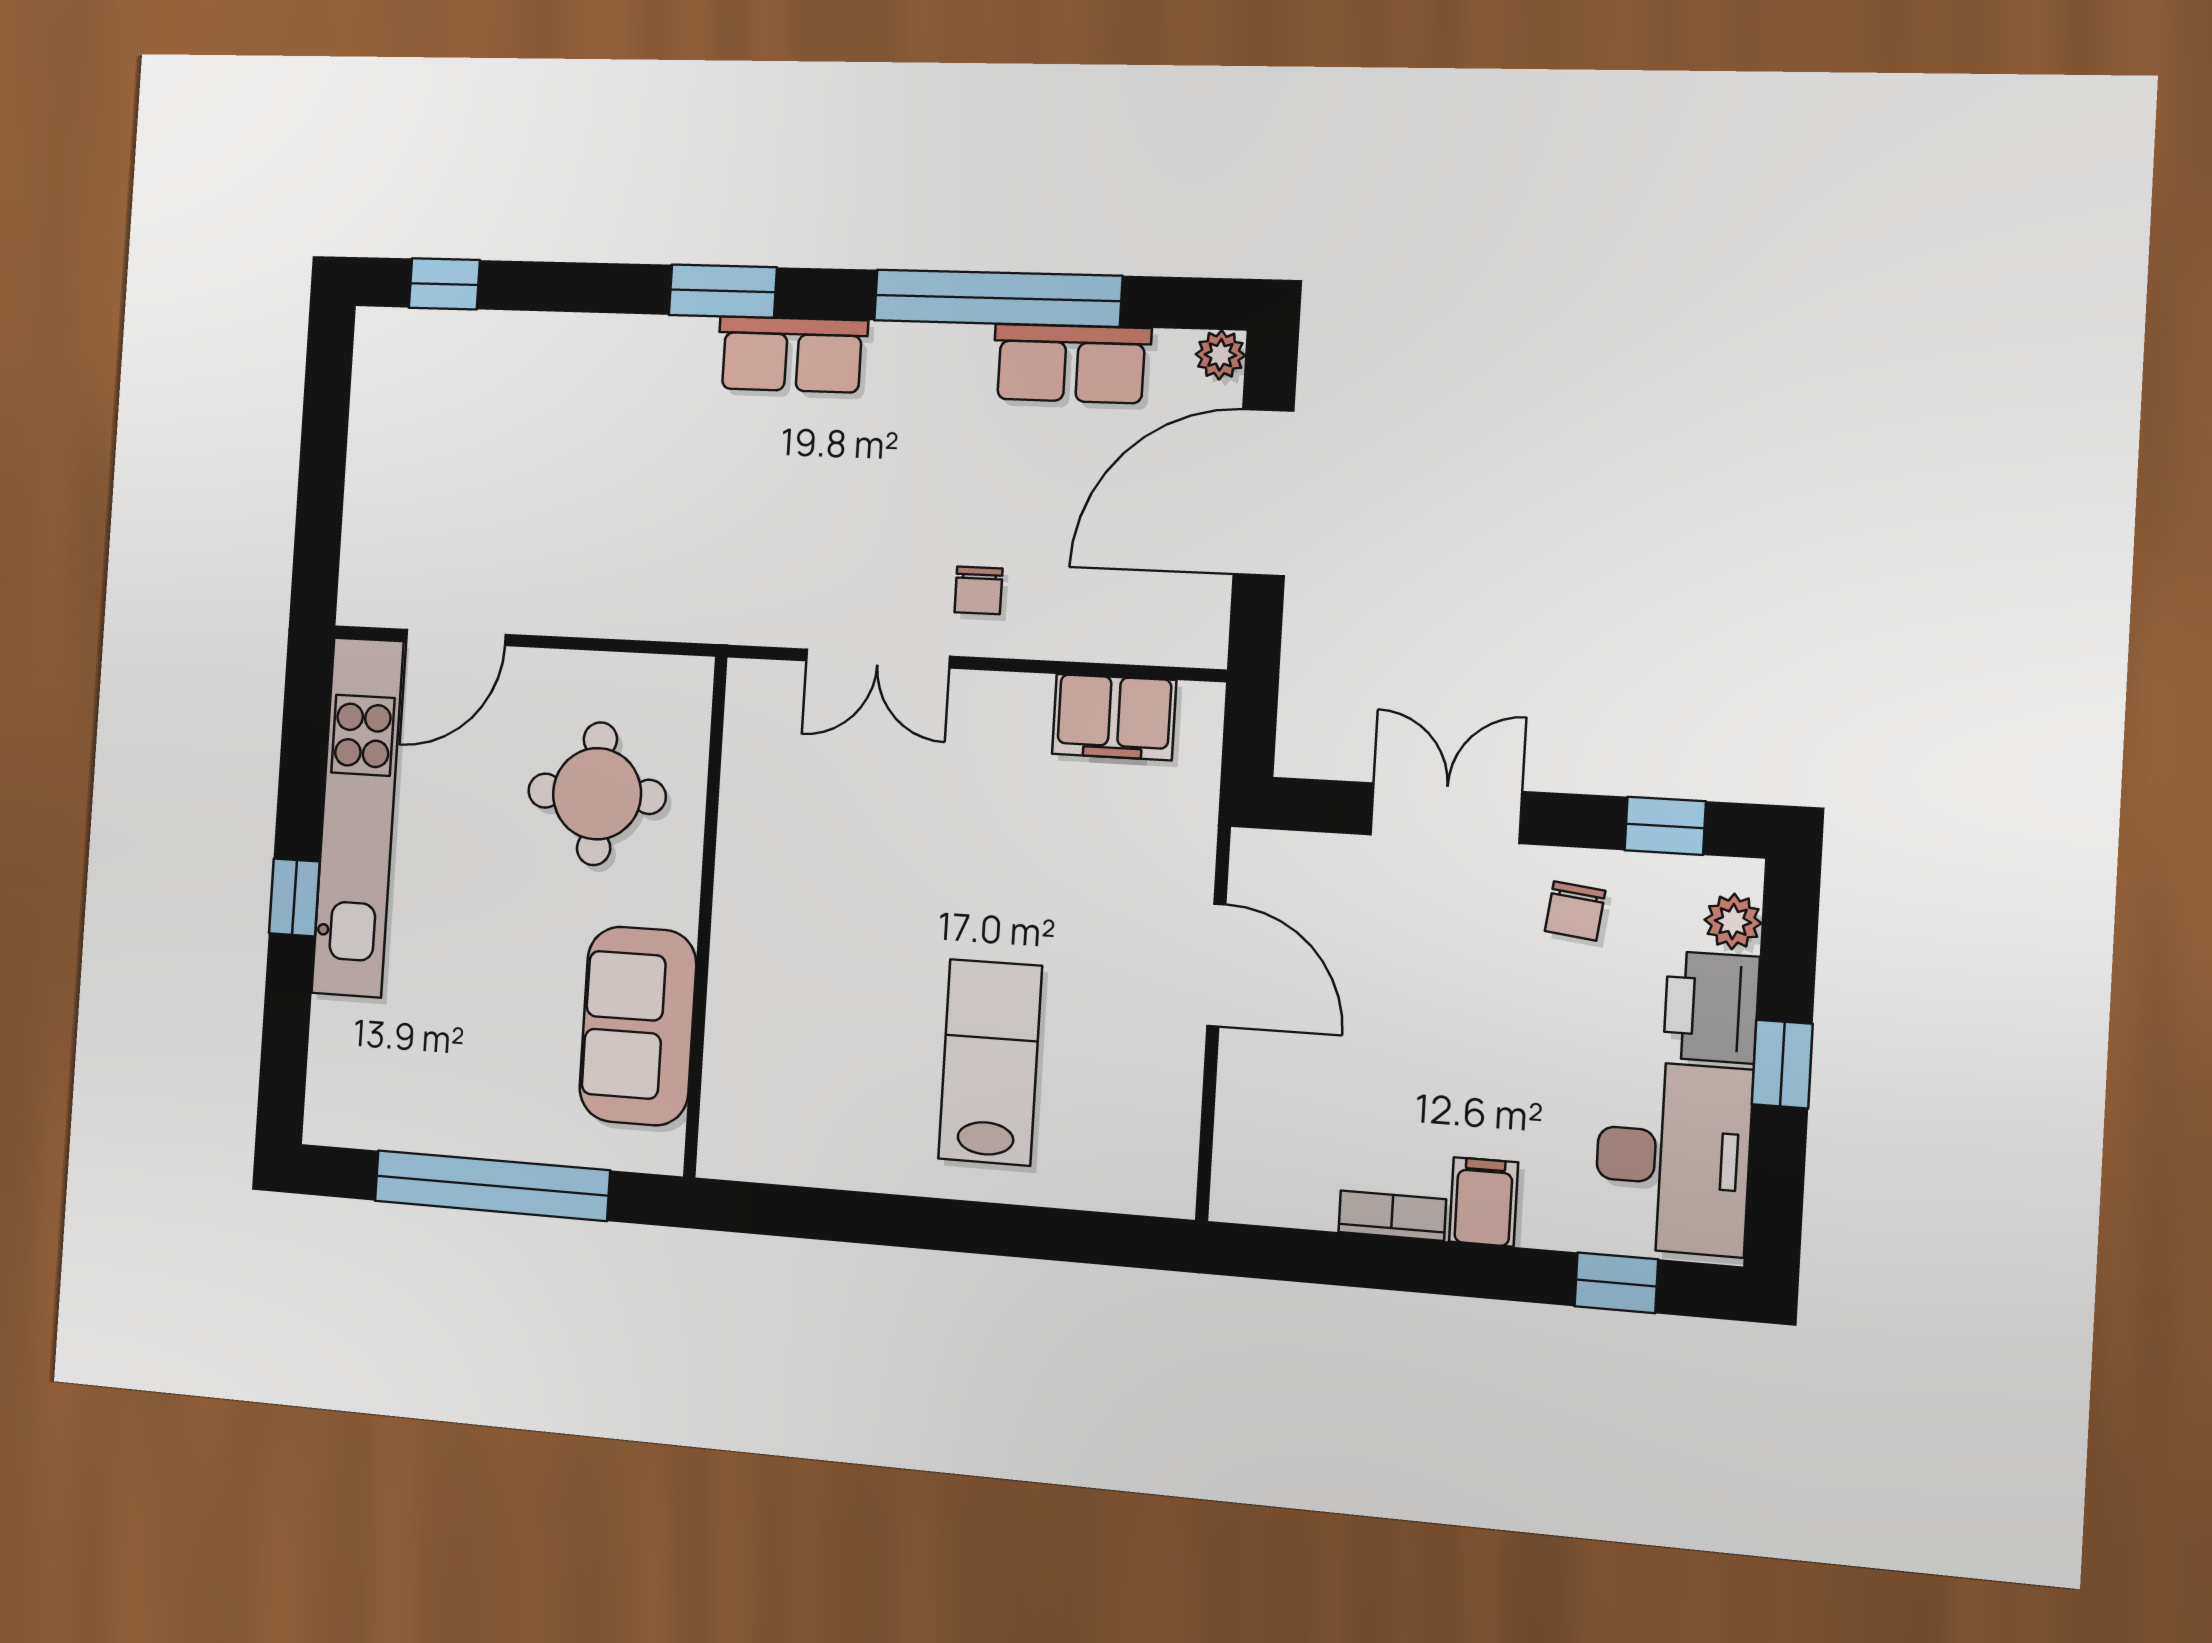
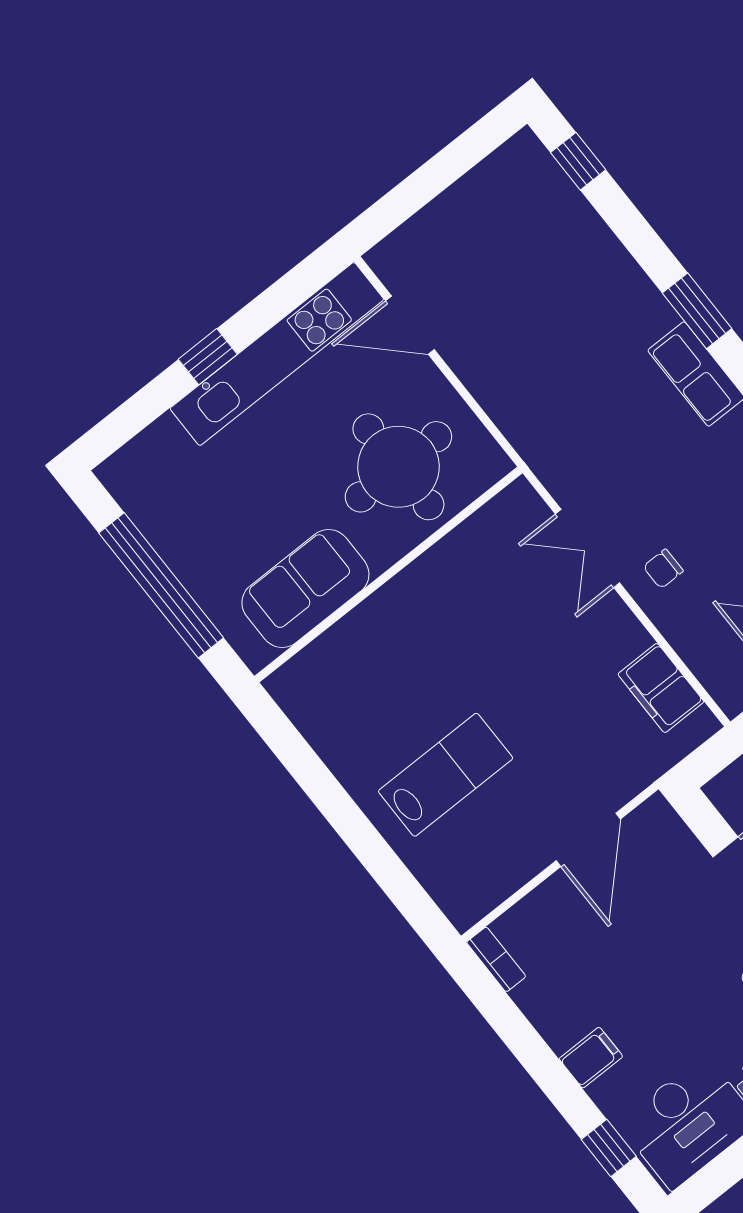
round table: (597, 794) -> (398, 467), width x1.36, depth x1.36
bookcase: (1392, 1216) -> (496, 959), moved

